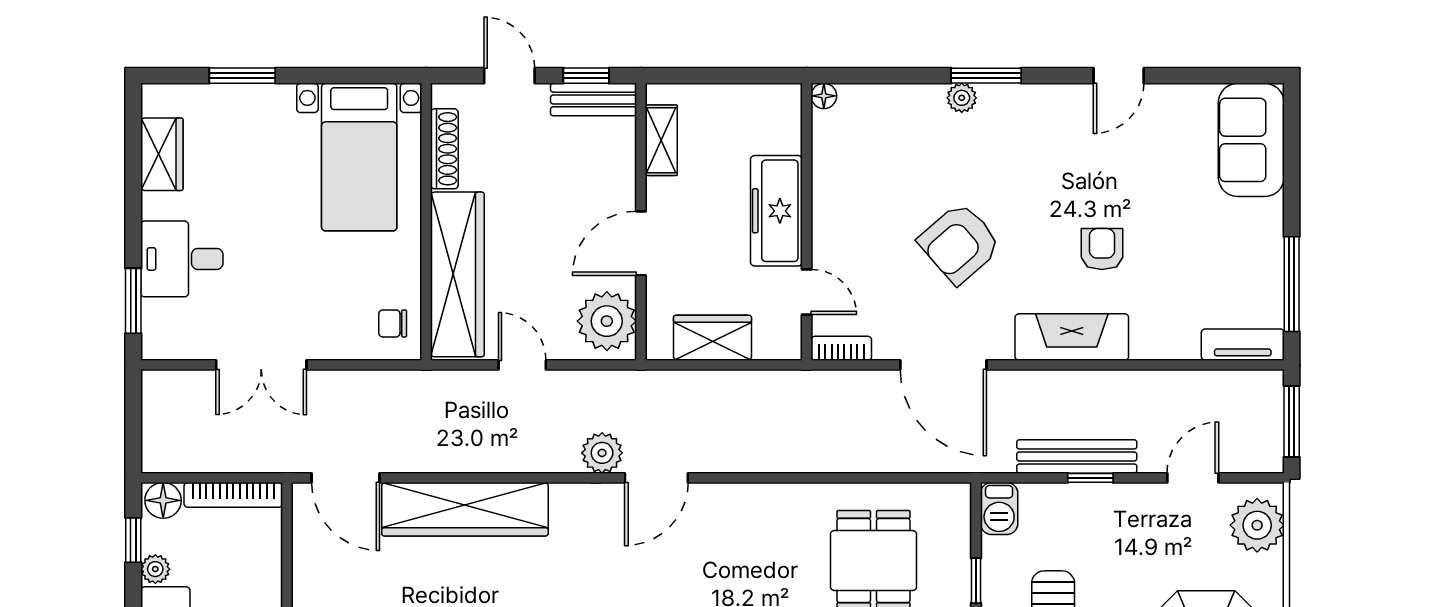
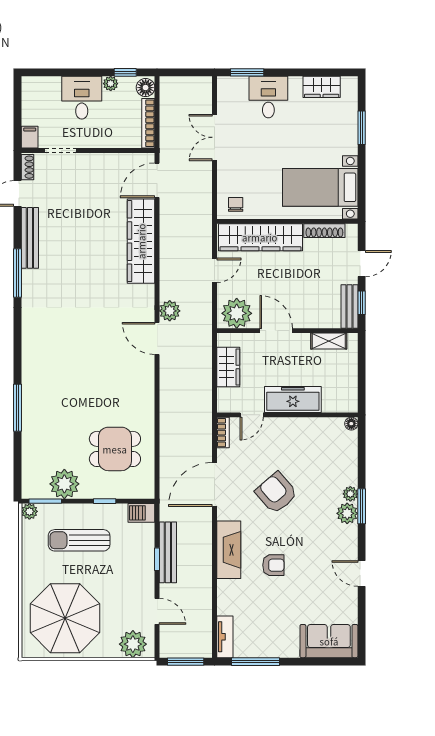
plant: (1000, 104) -> (347, 513), added

